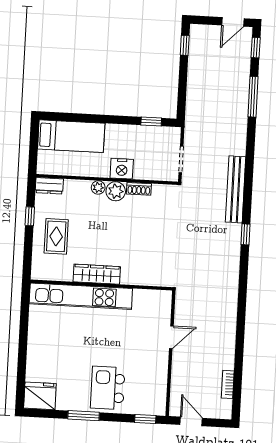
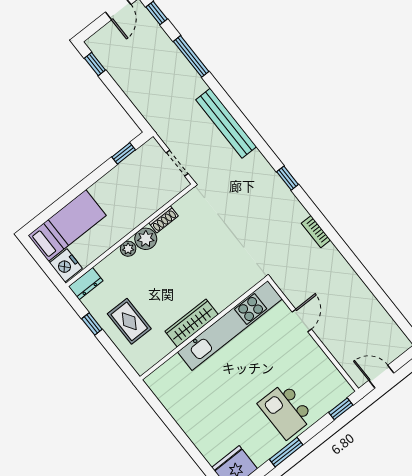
nightstand: (122, 169) -> (66, 266), moved, turned 90
bench: (236, 189) -> (226, 123), moved
kitchen unit: (81, 296) -> (230, 325), moved
bookcase: (228, 384) -> (316, 232), moved

